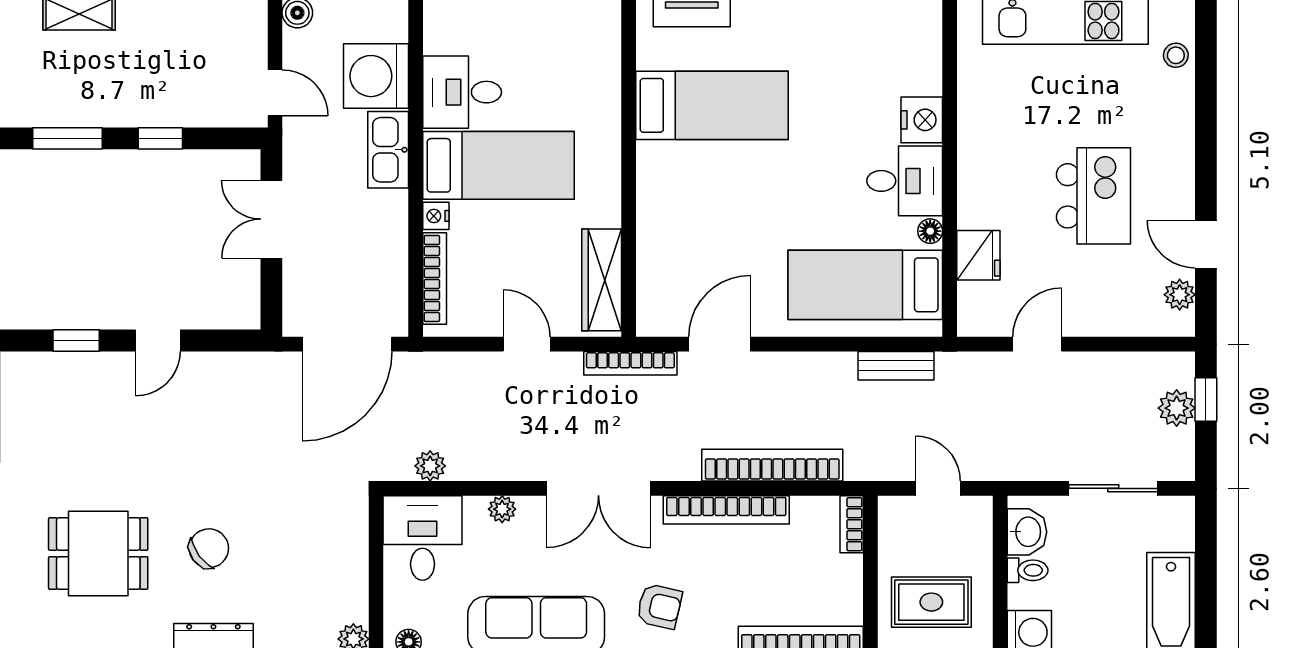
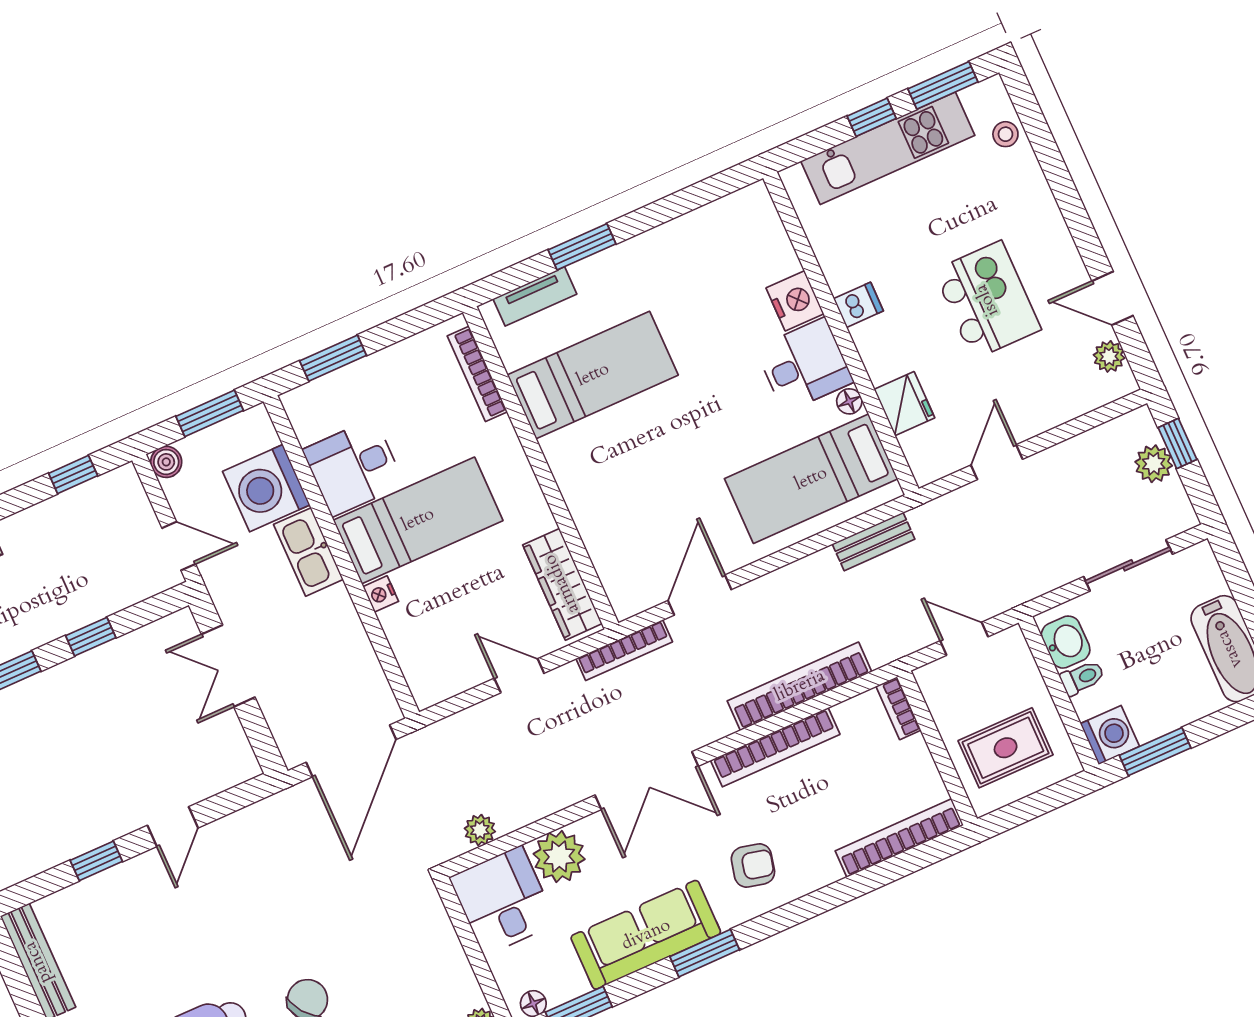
dishwasher: (977, 149) -> (858, 305), added
bookcase: (435, 278) -> (477, 374), moved, turned 180
plant: (502, 509) -> (559, 857), width x1.88, depth x1.88

